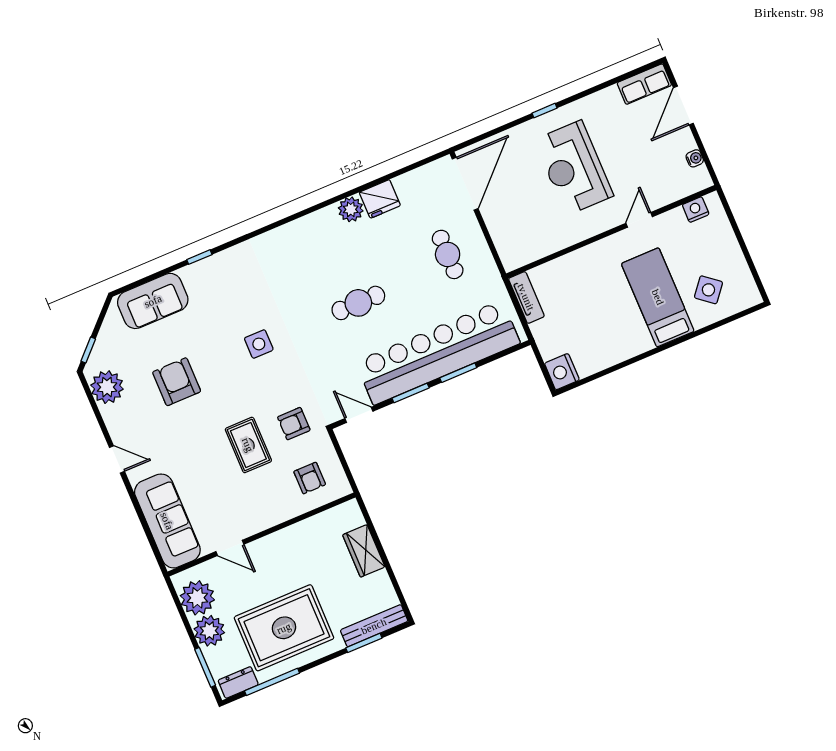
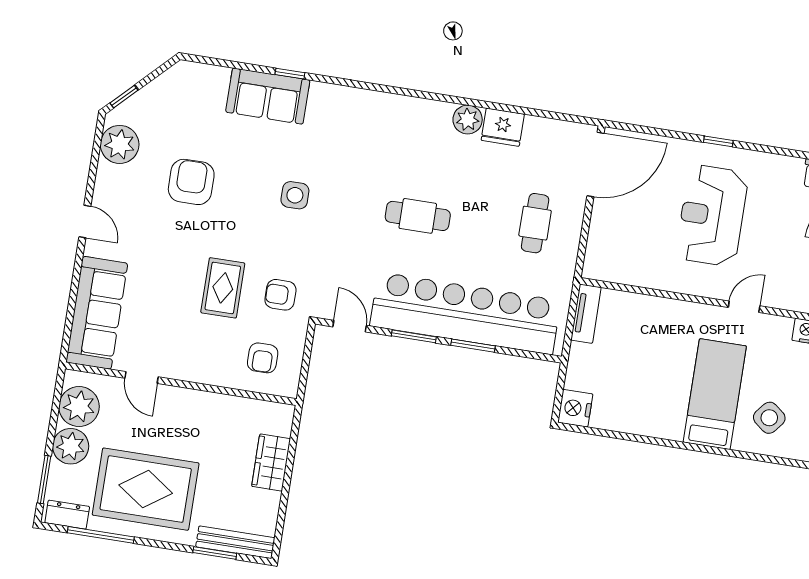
sofa: (153, 301) -> (268, 96), moved

